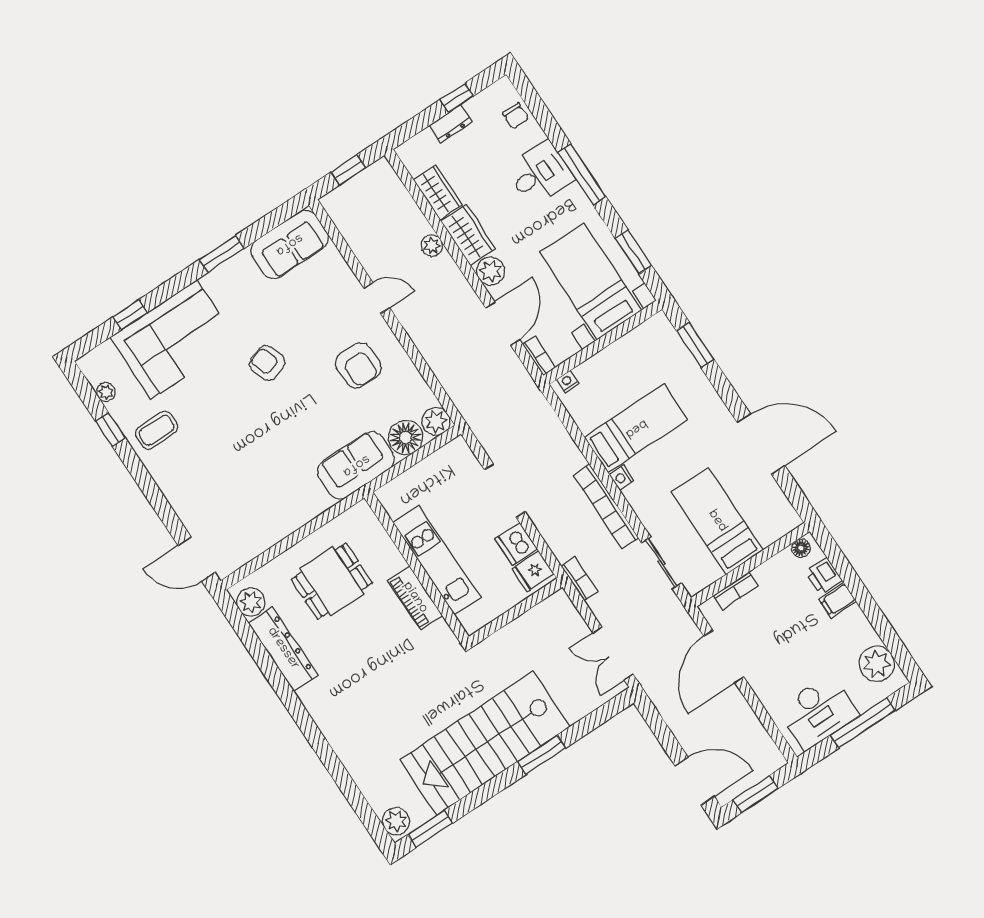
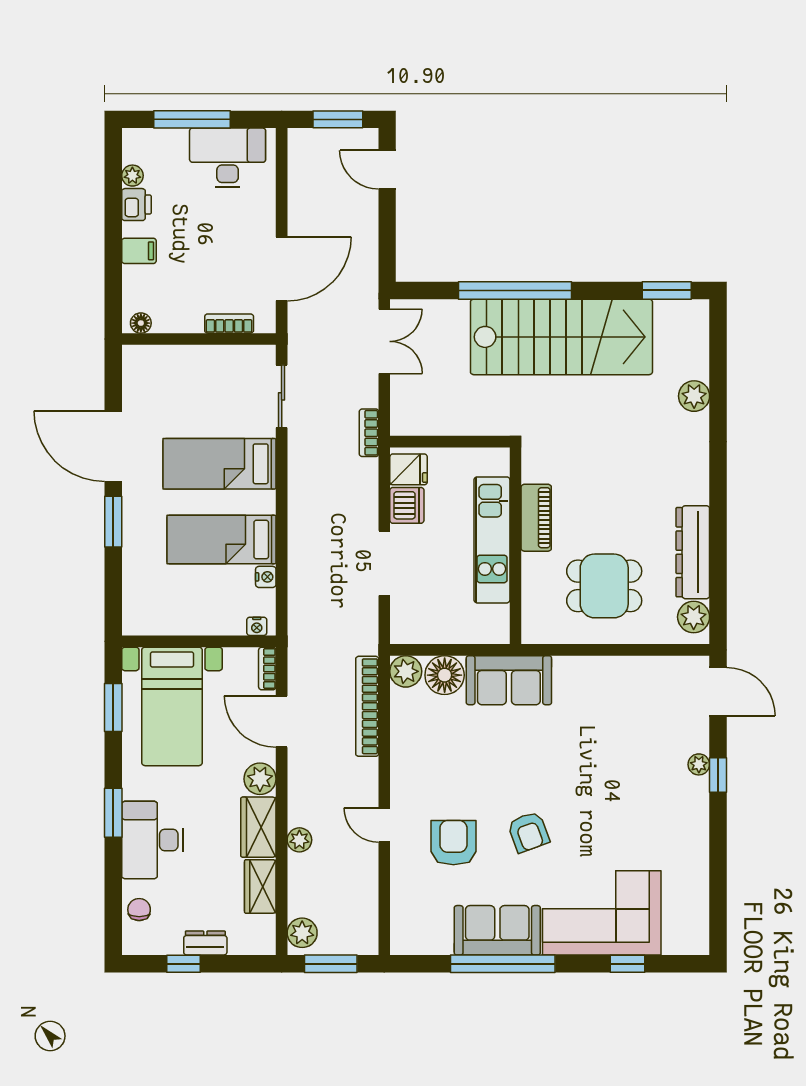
window: (348, 170) -> (331, 964), width x1.50
desk: (540, 174) -> (152, 840), width x1.37
window: (582, 175) -> (113, 813), width x0.69
plant: (384, 179) -> (302, 933), added
sofa: (289, 244) -> (497, 930), moved
window: (222, 254) -> (503, 964), width x2.11
door: (503, 324) -> (282, 722), hinge flipped
window: (695, 345) -> (113, 522), moved
armchair: (358, 365) -> (453, 843), moved
plant: (106, 392) -> (699, 764), moved
window: (111, 430) -> (718, 775), moved
coffee table: (157, 430) -> (675, 838), removed
nightstand: (622, 477) -> (266, 577), moved
bookcase: (606, 506) -> (367, 706), moved, turned 180
bed: (717, 521) -> (220, 464), moved, turned 90
printer: (824, 576) -> (136, 205), moved
plant: (877, 664) -> (132, 176), width x0.53, depth x0.53
window: (542, 755) -> (515, 290), width x2.11
door: (695, 781) -> (387, 170), width x0.73
plant: (396, 821) -> (694, 396), moved

